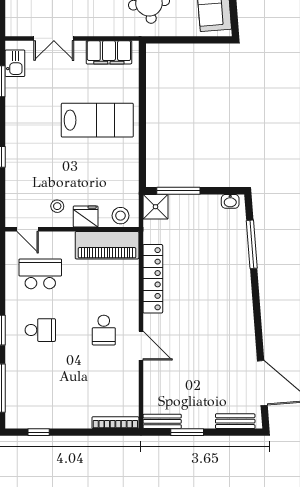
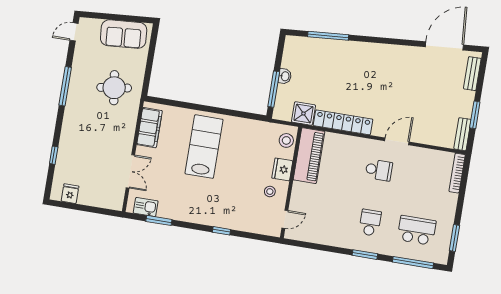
washbasin: (230, 201) -> (285, 76), moved
shower: (156, 207) -> (303, 113), moved
school desk: (40, 274) -> (417, 230), moved, turned 90
window: (39, 432) -> (454, 238), width x1.50

